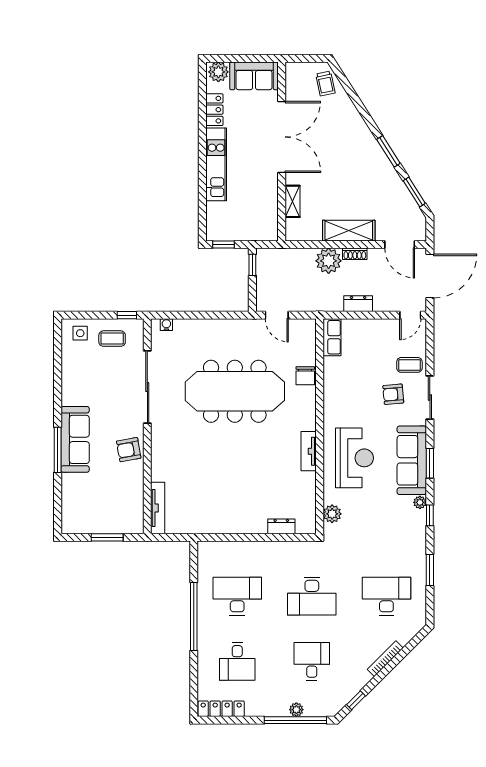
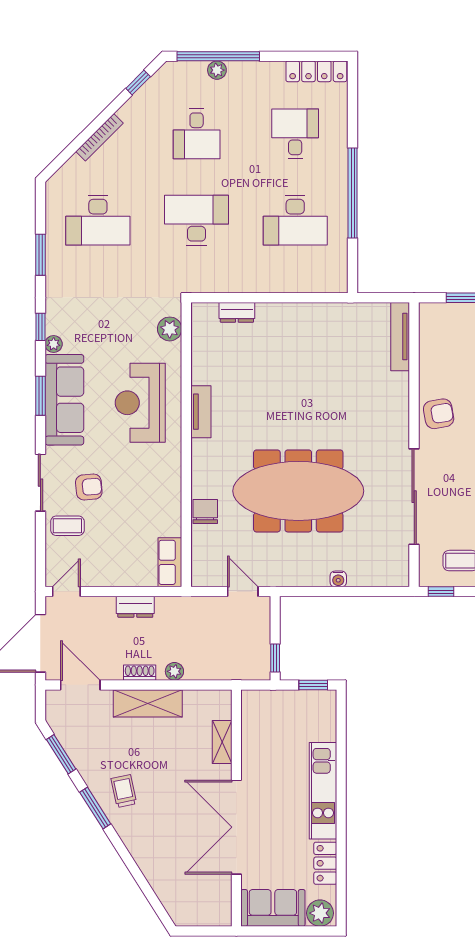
trolley: (325, 84) -> (124, 791), moved
plant: (329, 261) -> (174, 671), width x0.53, depth x0.53
water cooler: (166, 325) -> (338, 579), moved

